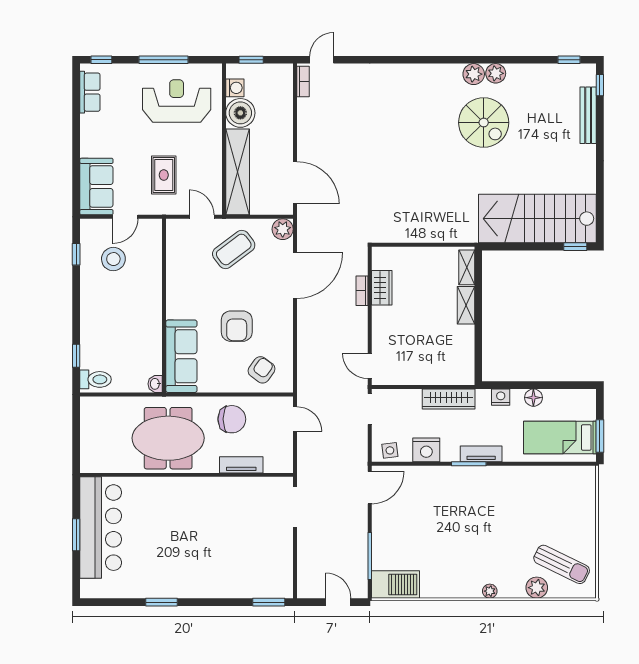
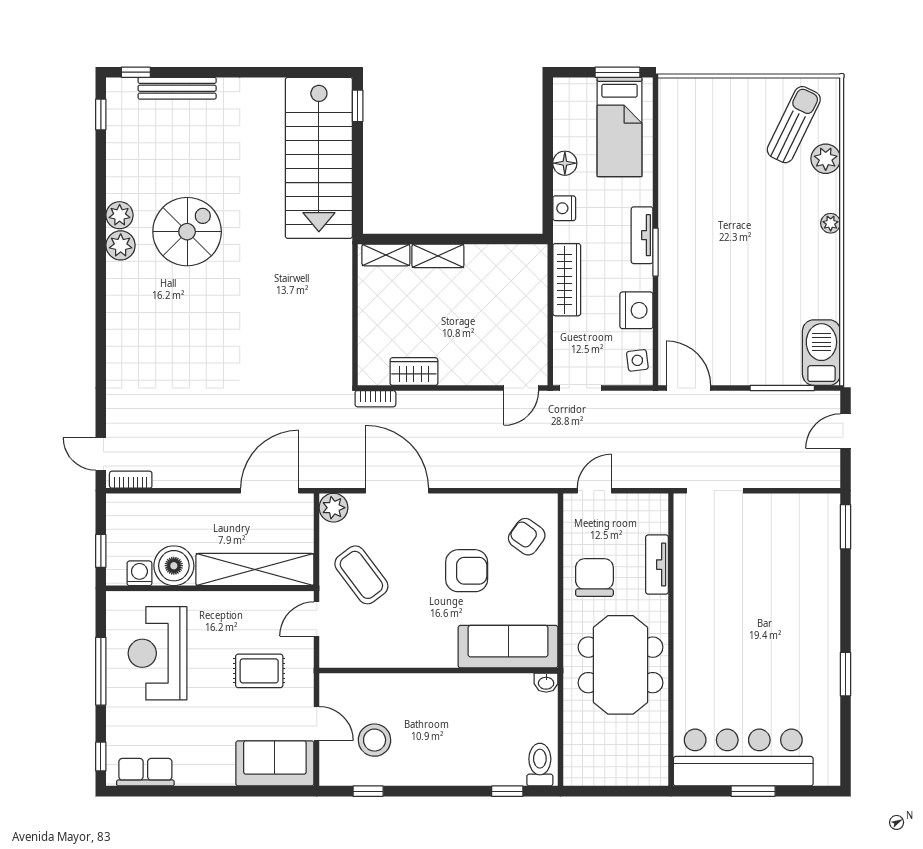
bookcase: (362, 291) -> (375, 399), moved

